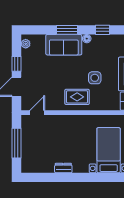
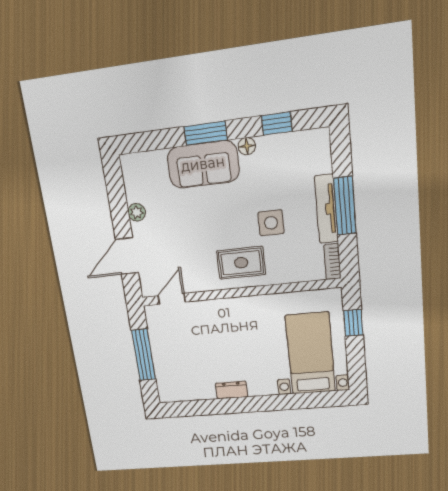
plant: (26, 44) -> (137, 212), moved
window: (16, 64) -> (120, 213), removed

